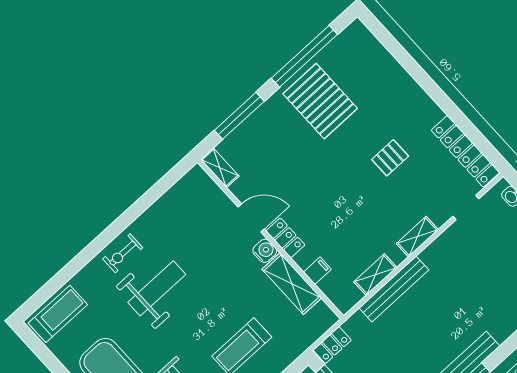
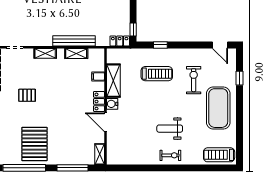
weight bench: (157, 288) -> (170, 129), width x0.73, depth x0.75

